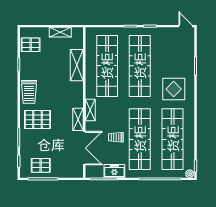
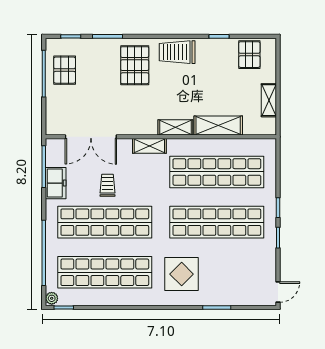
shelving: (78, 119) -> (175, 127), moved

